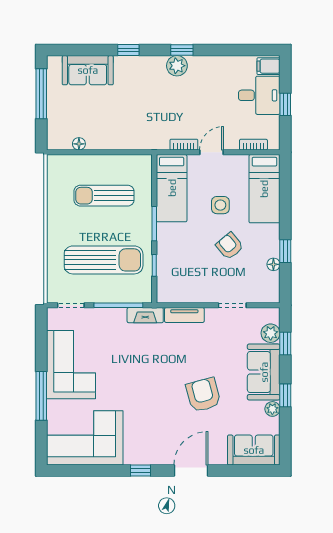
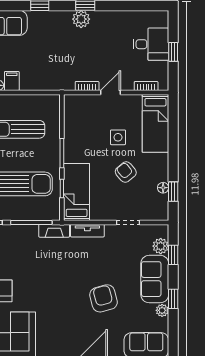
filing cabinet: (268, 66) -> (12, 81), moved, turned 90
bed: (172, 188) -> (77, 192), moved, turned 180
window: (285, 251) -> (173, 192), moved

